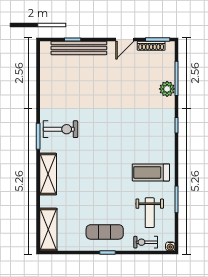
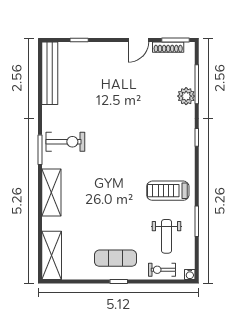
bench: (79, 48) -> (50, 73), moved, turned 90

